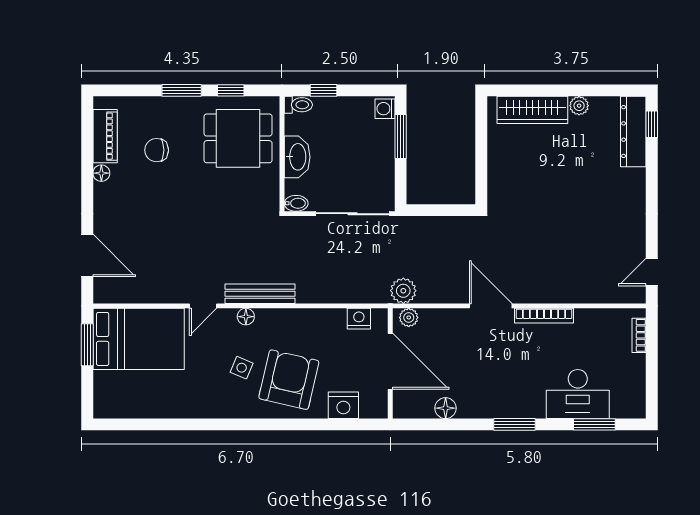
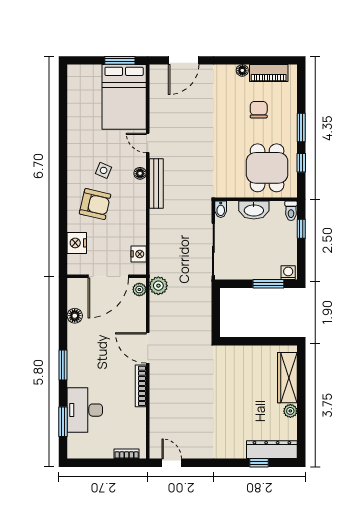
window: (652, 124) -> (259, 463), moved
door: (491, 306) -> (148, 348), swing flipped
armchair: (289, 380) -> (95, 204), width x0.73, depth x0.73

